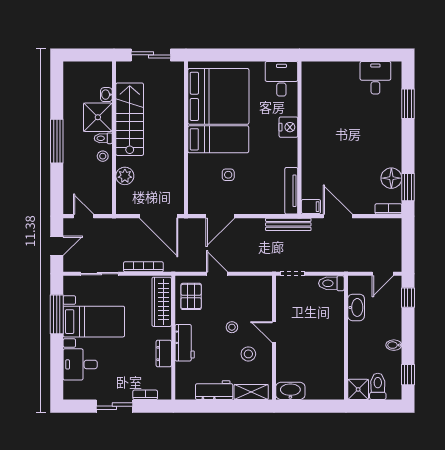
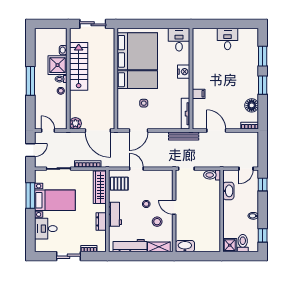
desk: (375, 78) -> (228, 39), moved
plant: (125, 176) -> (75, 123), moved
window: (408, 187) -> (263, 85), moved
filing cabinet: (311, 207) -> (199, 94), moved
pallet: (191, 296) -> (119, 184), turned 90
workbench: (214, 390) -> (130, 246), width x1.38

